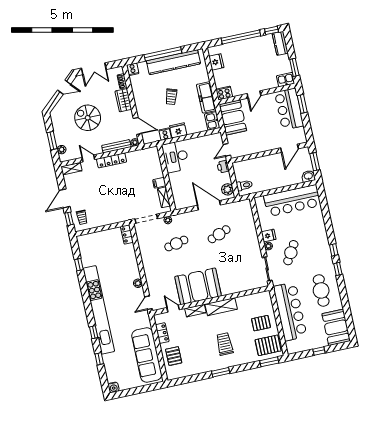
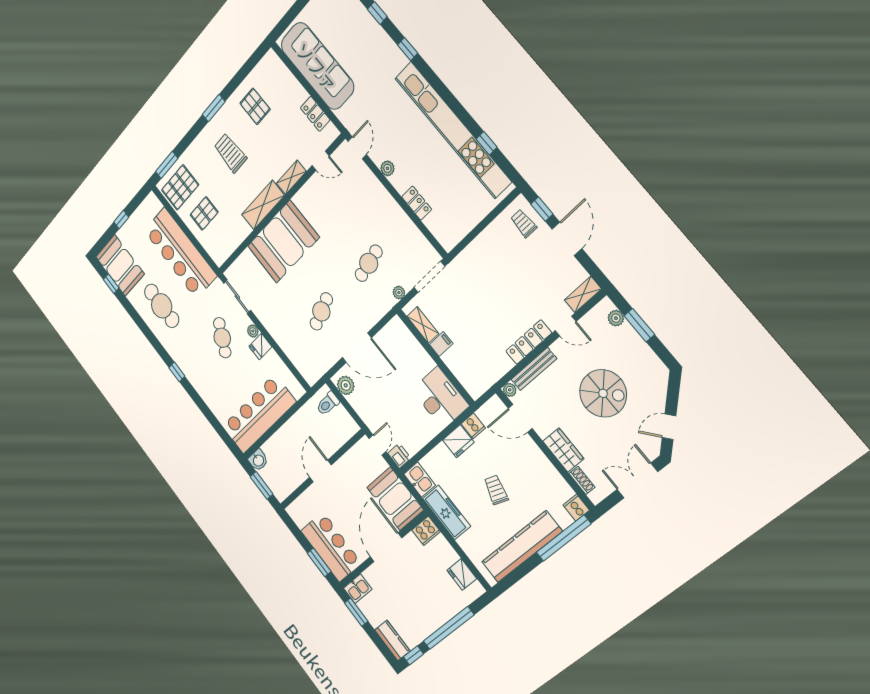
window: (163, 54) -> (564, 538), moved
door: (254, 95) -> (386, 547), width x1.88
door: (289, 148) -> (320, 471), moved
printer: (223, 167) -> (399, 456), moved
locker: (127, 234) -> (417, 203), moved
window: (338, 269) -> (111, 284), moved
booth: (198, 286) -> (283, 242), moved
kitchen unit: (99, 310) -> (453, 130), moved
trolley: (225, 344) -> (230, 153), turned 180
pallet: (174, 356) -> (255, 106), moved

